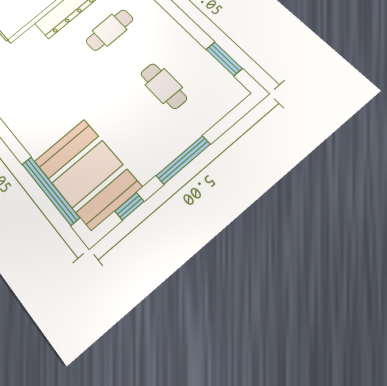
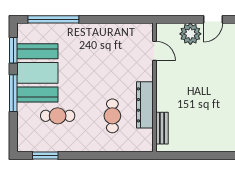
booth: (87, 174) -> (37, 73), moved, turned 90
window: (129, 206) -> (13, 50), width x1.50

